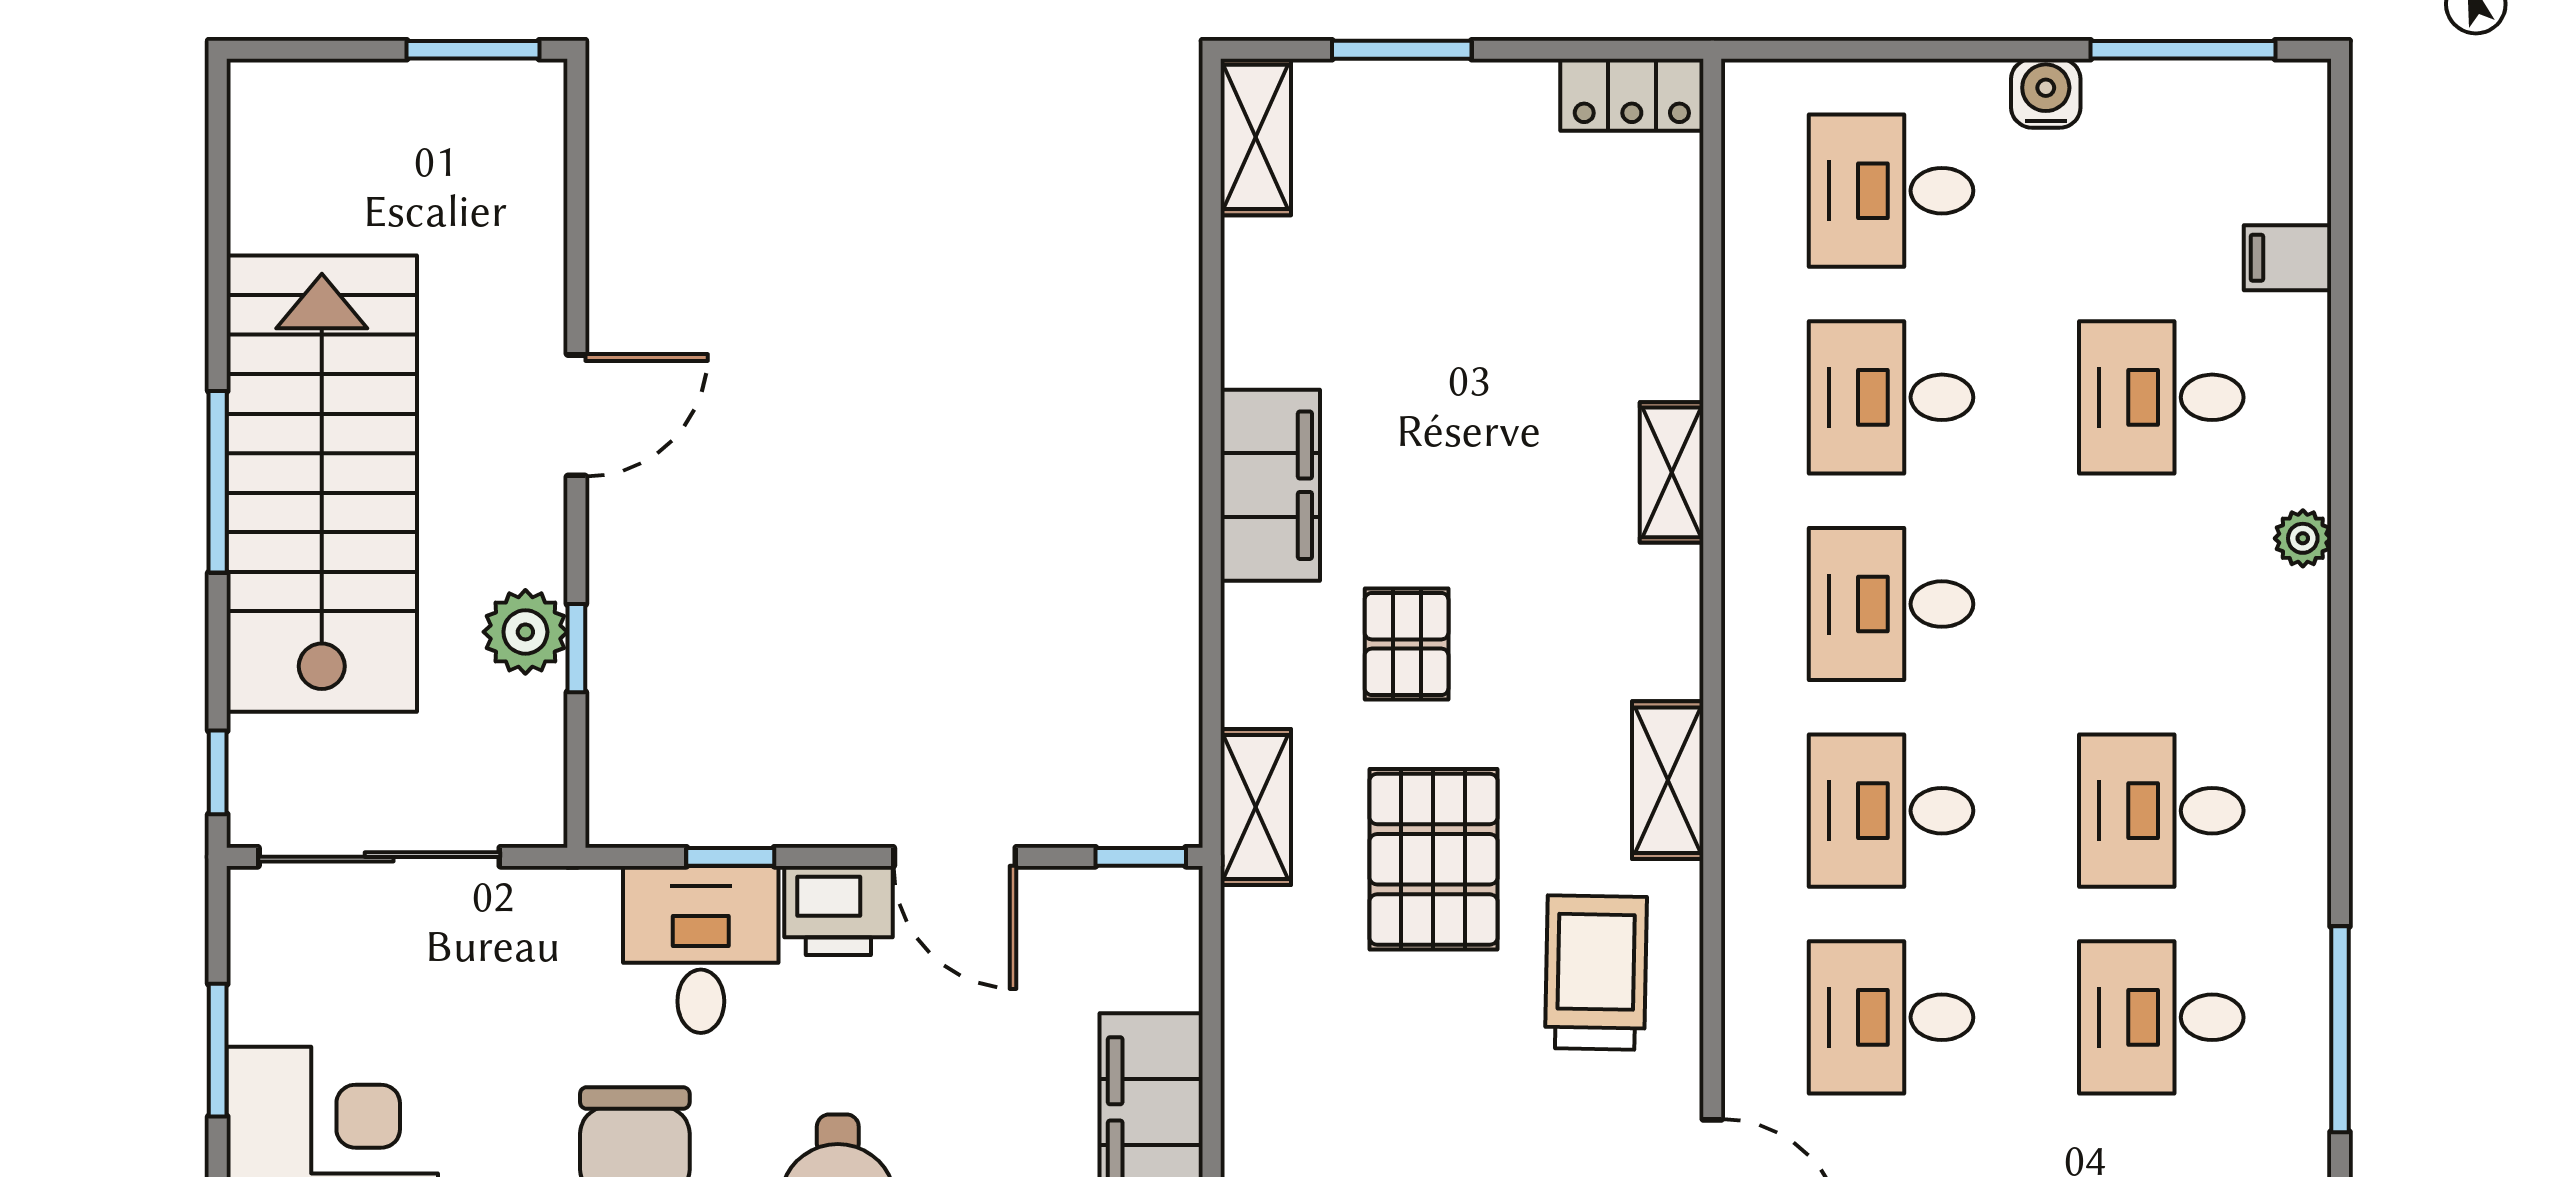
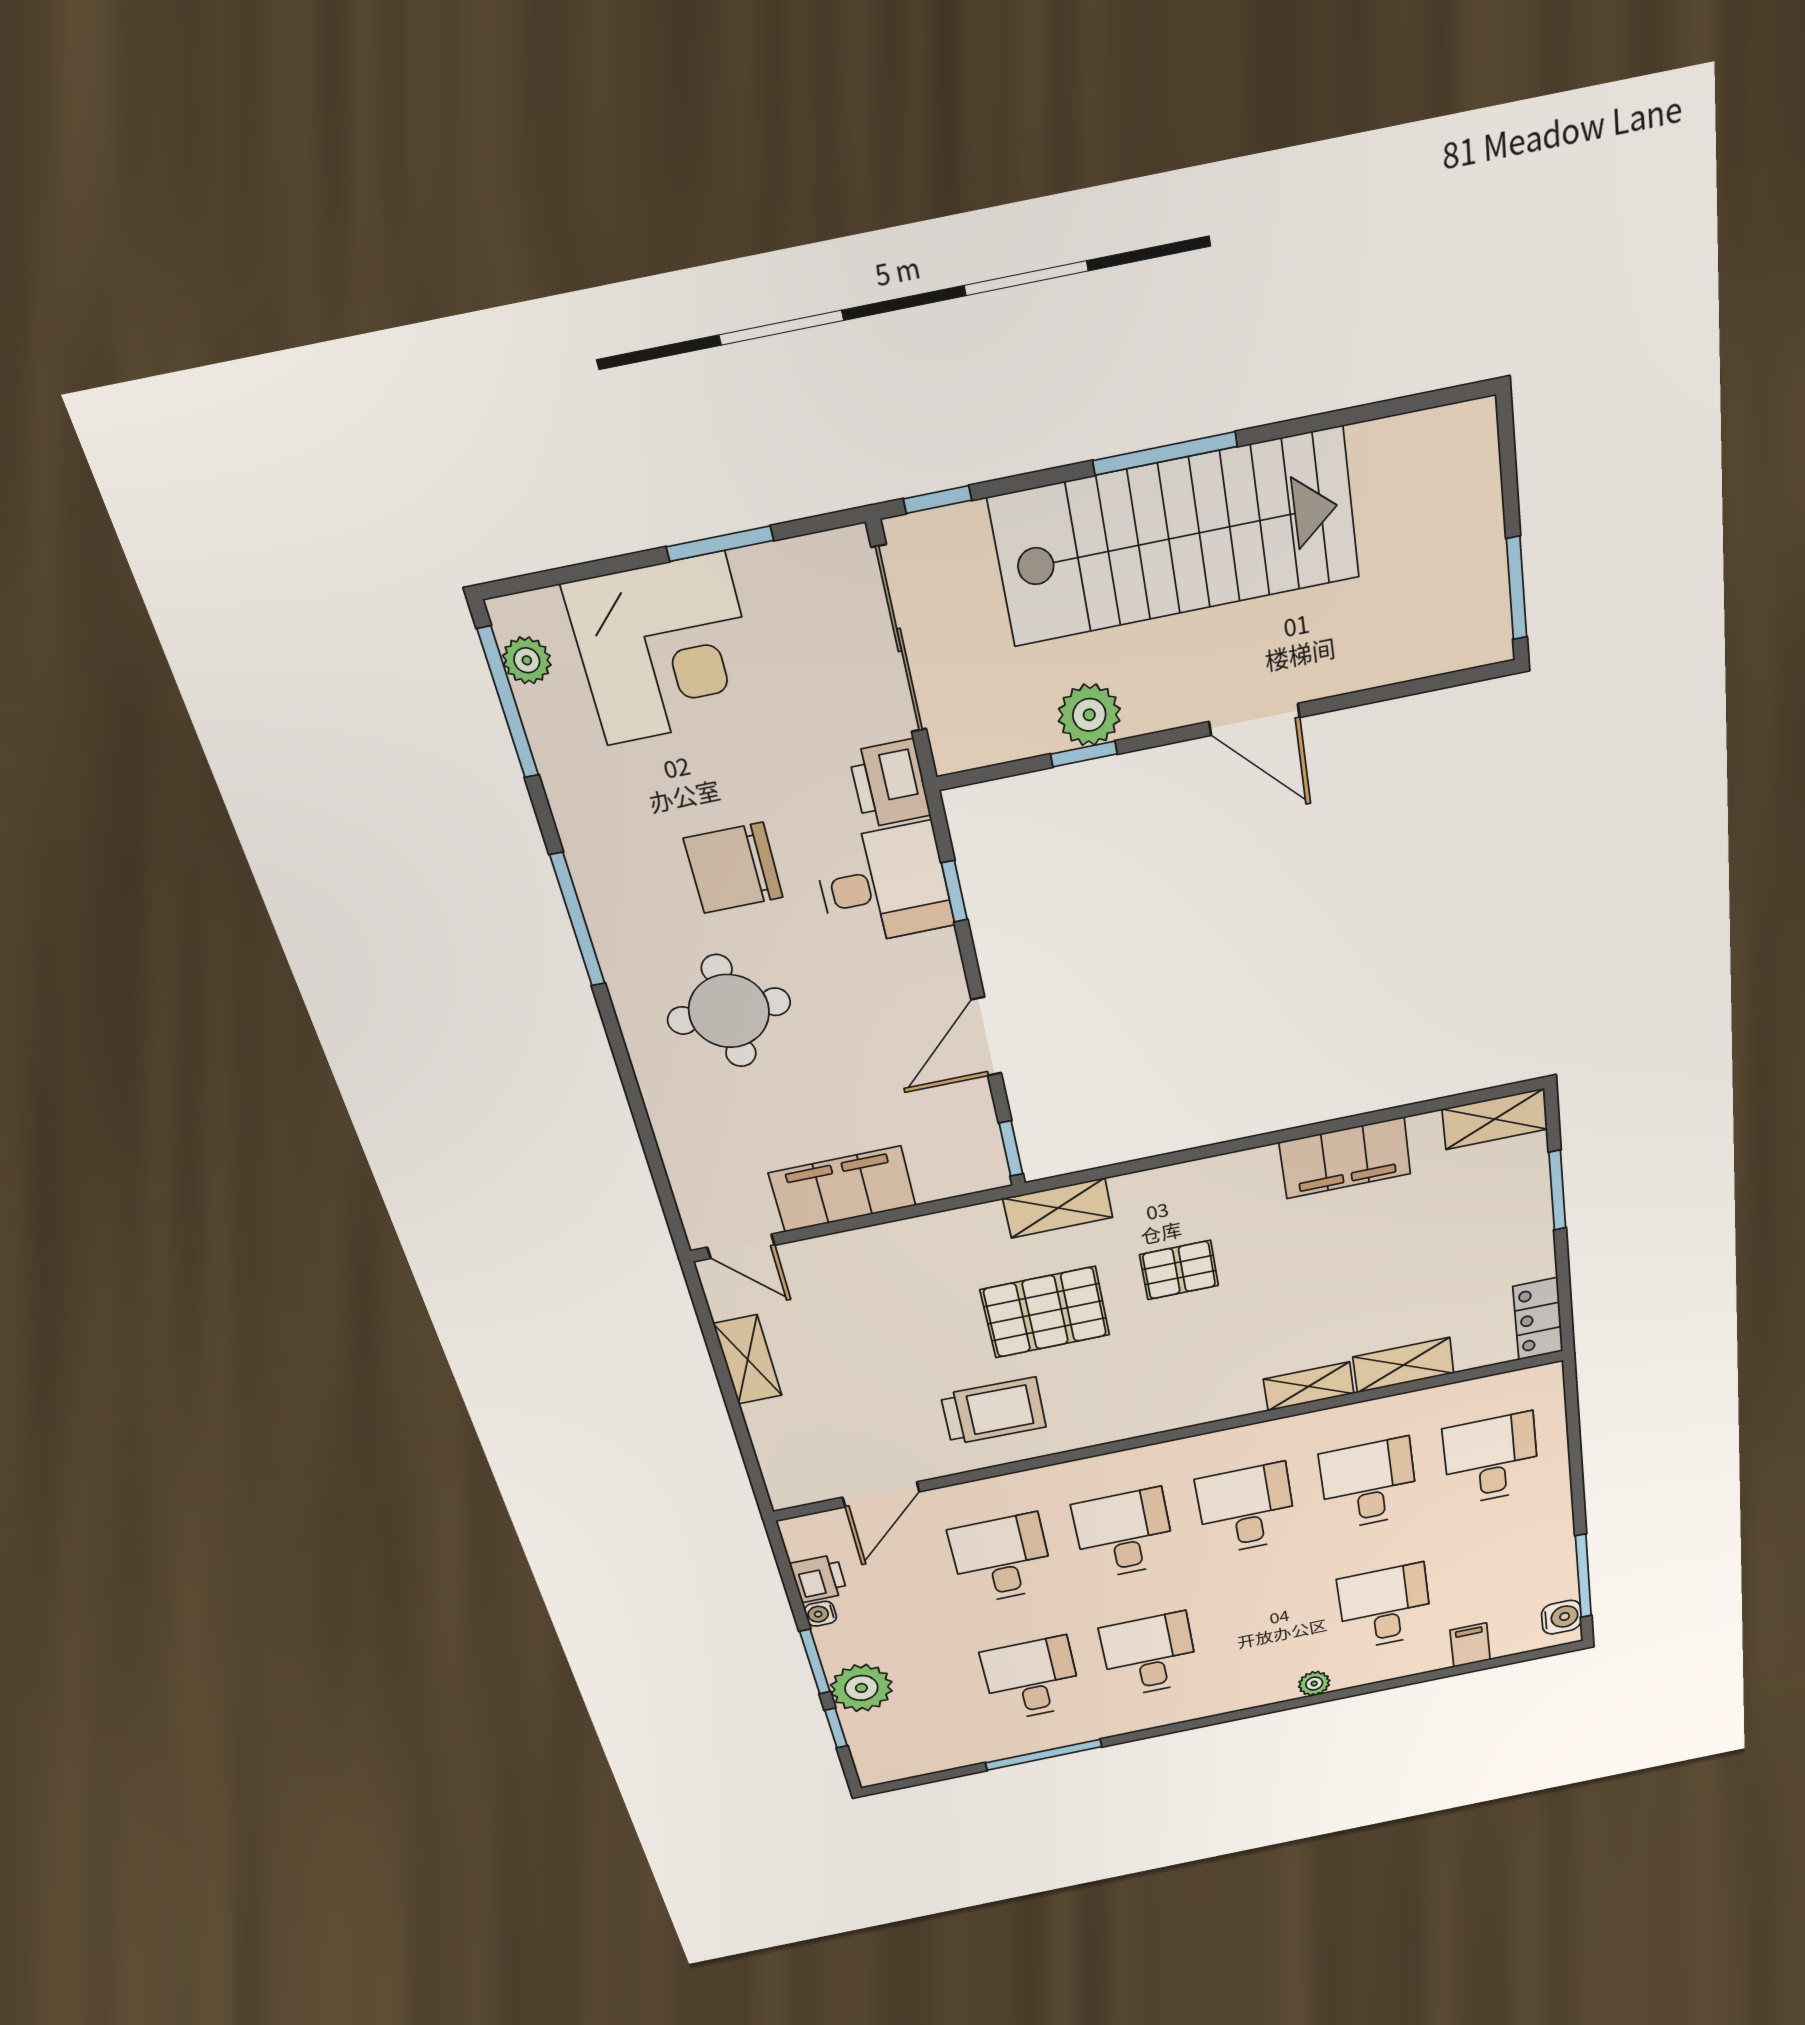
water cooler: (2046, 93) -> (1561, 1617), moved
filing cabinet: (1270, 485) -> (1345, 1158), moved
shelving: (1668, 780) -> (1403, 1365), moved
printer: (838, 910) -> (890, 784), moved

